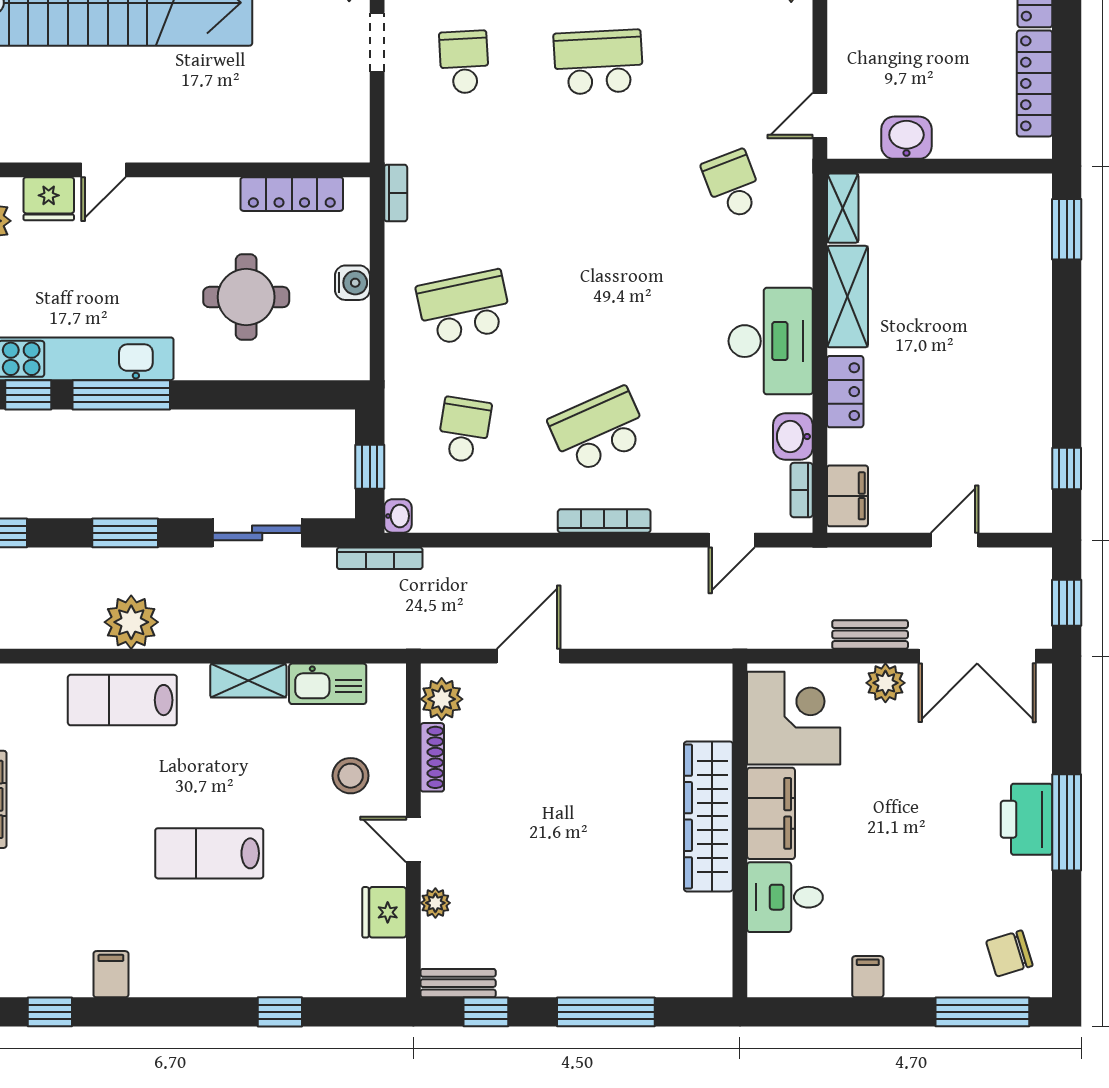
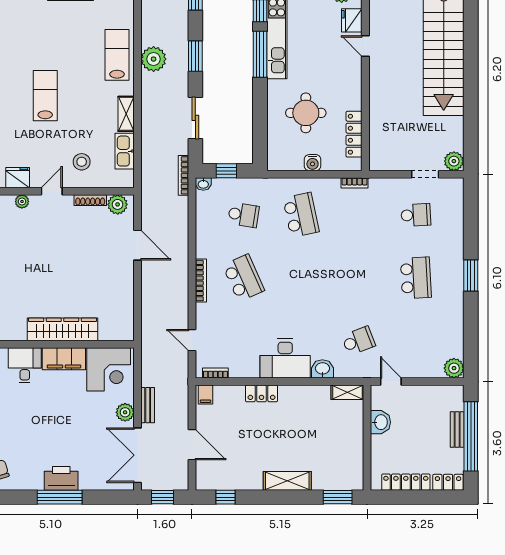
shelving: (847, 297) -> (287, 481), moved
washbasin: (793, 437) -> (322, 369), moved
filing cabinet: (847, 496) -> (206, 395), width x0.50
door: (955, 540) -> (192, 445), width x1.38

